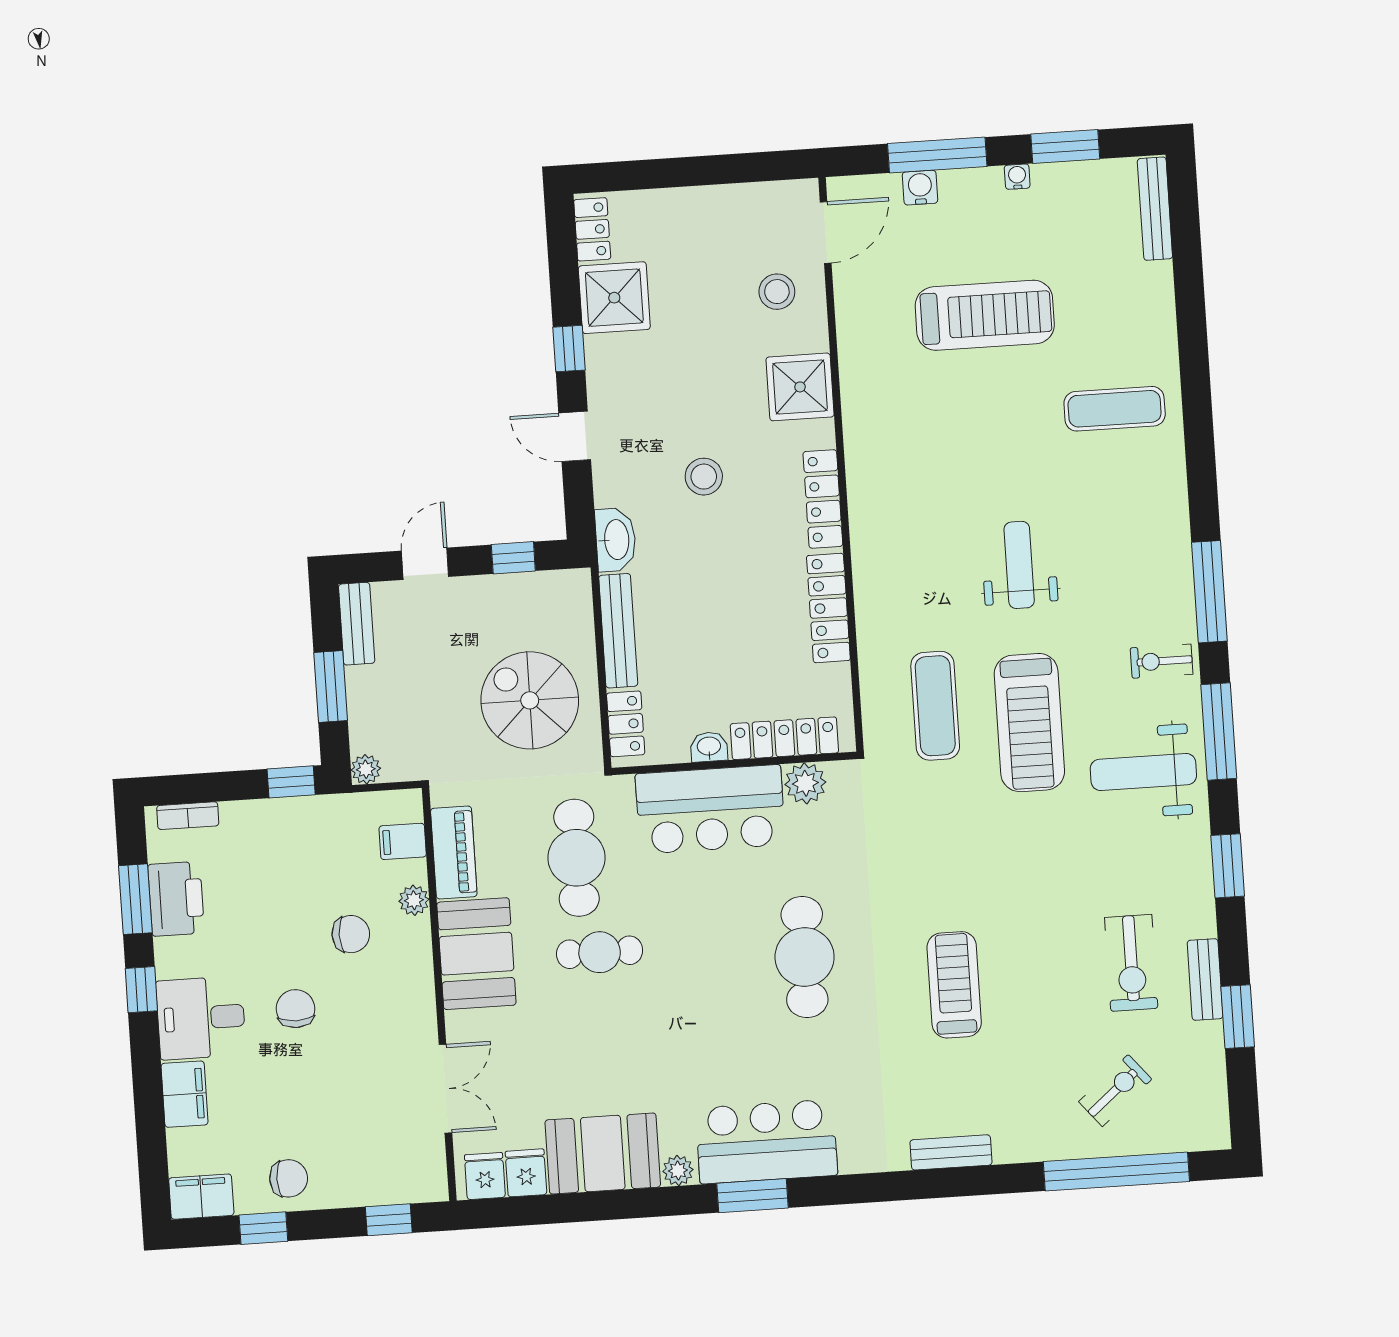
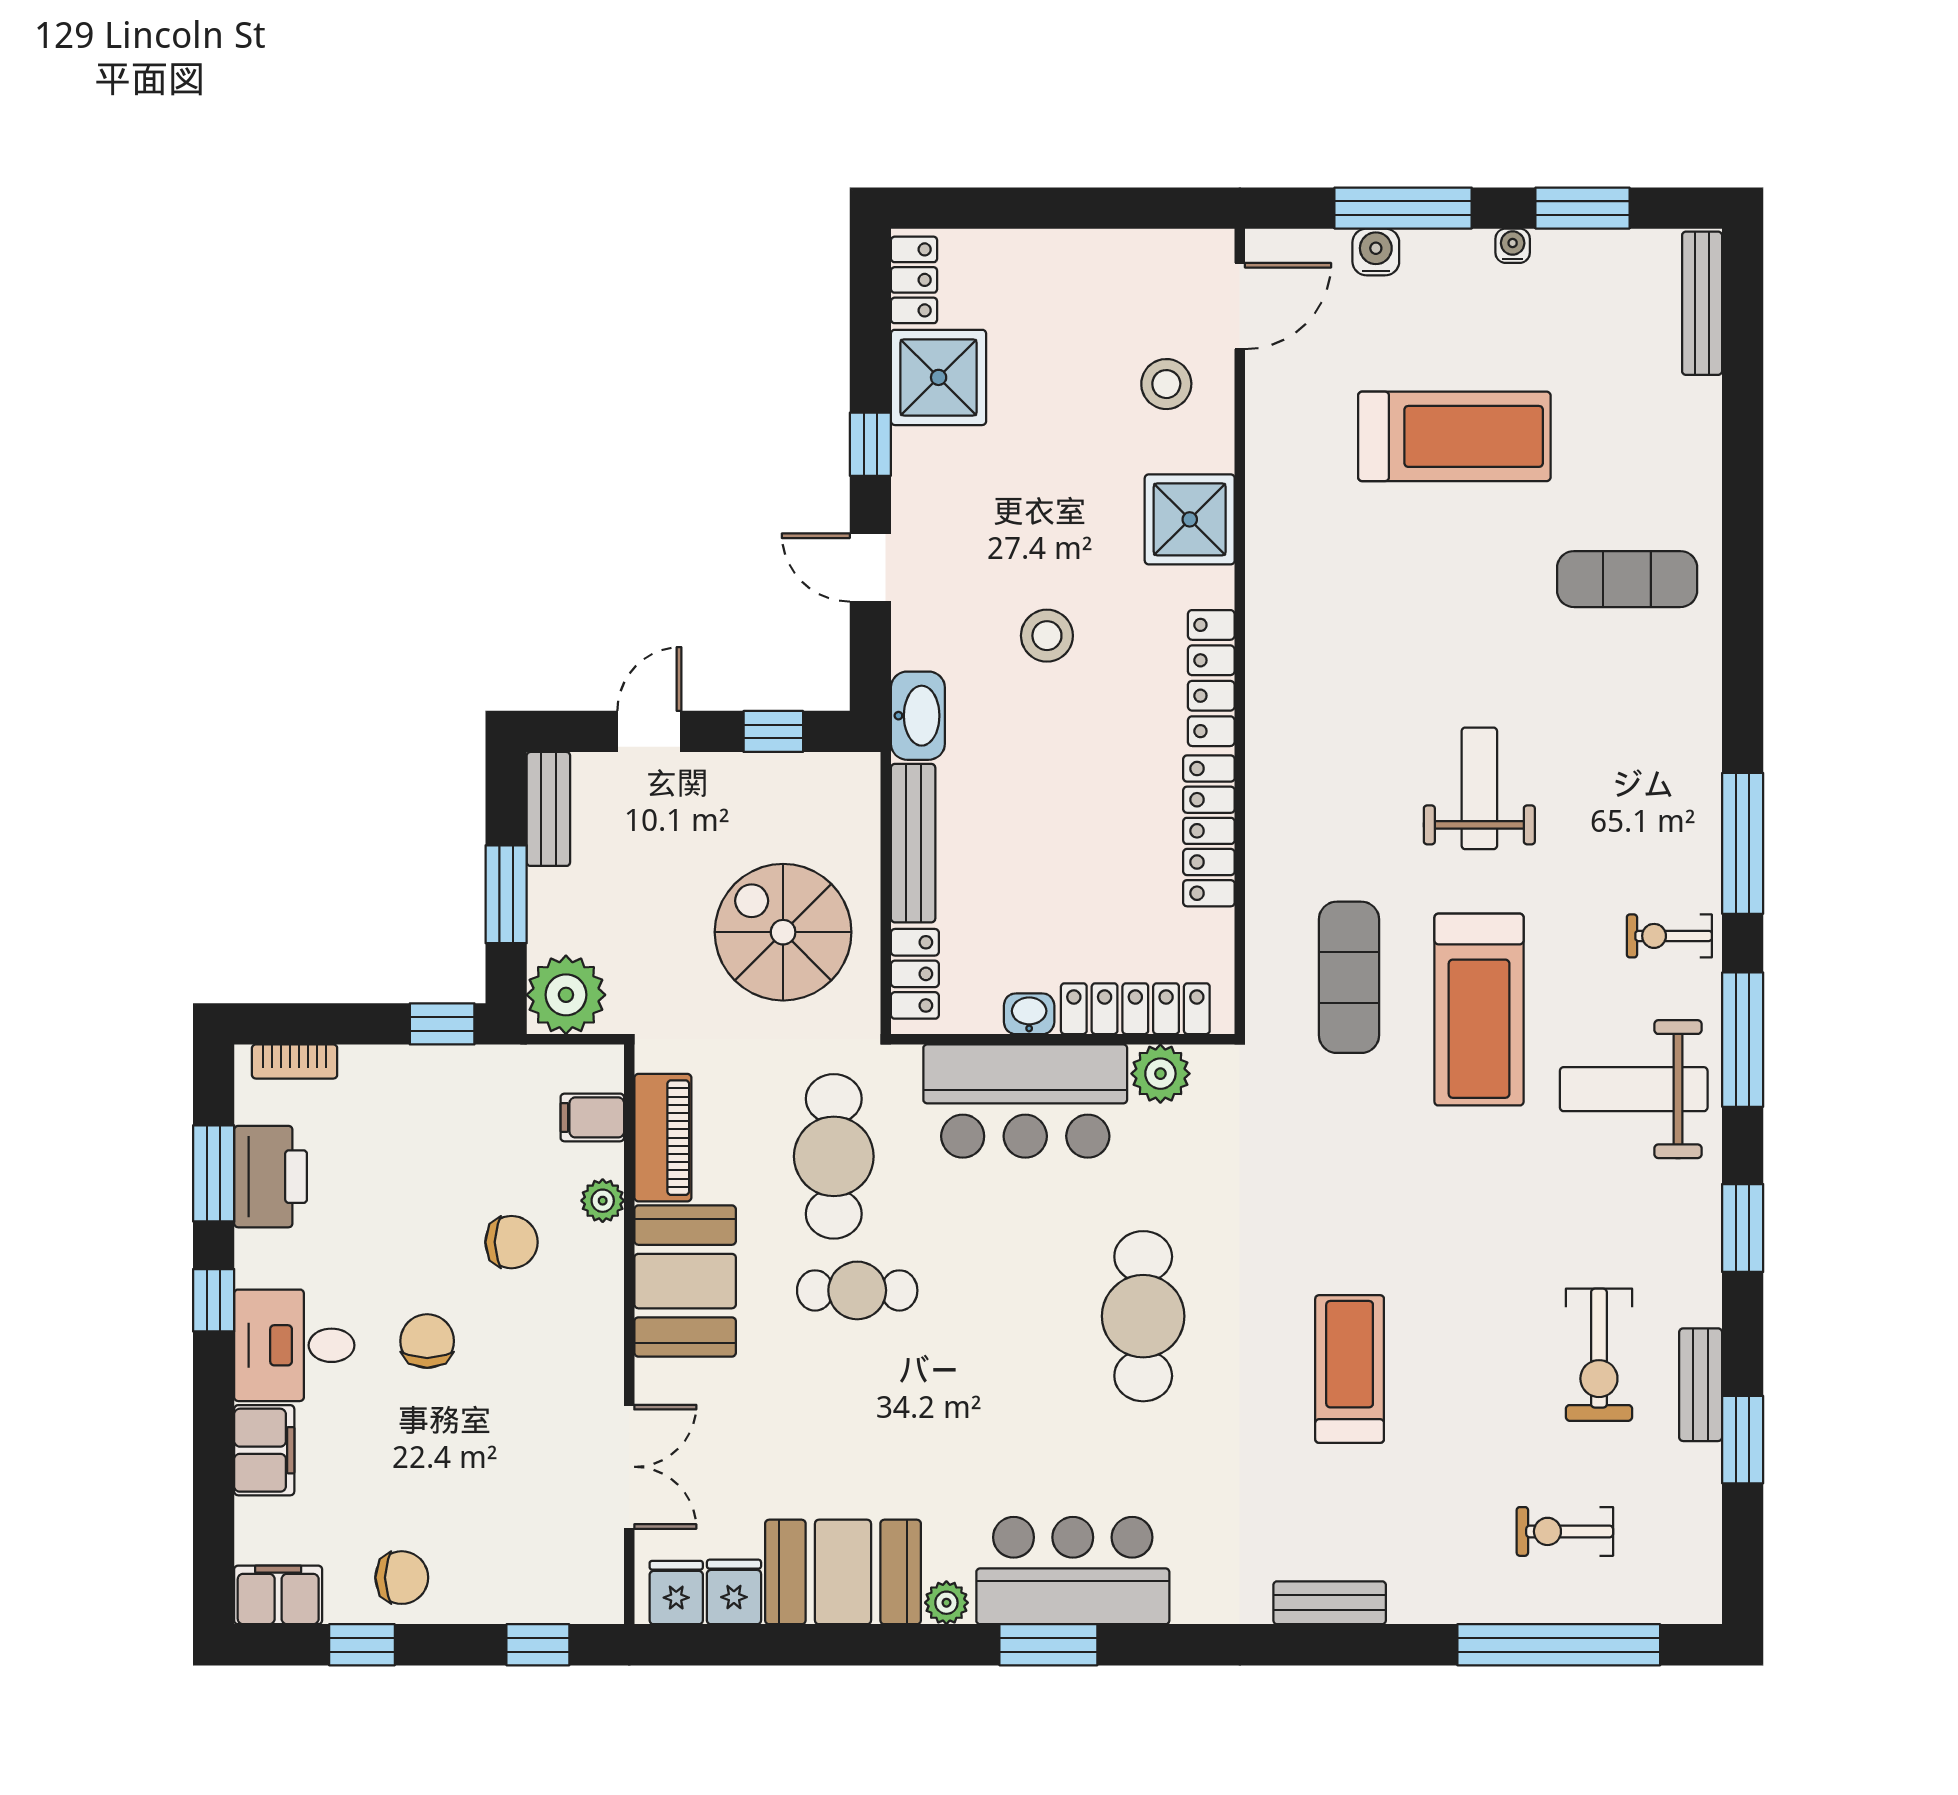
plant: (366, 769) -> (566, 995), width x1.87, depth x1.87
exercise bike: (1115, 1090) -> (1565, 1531), turned -140

